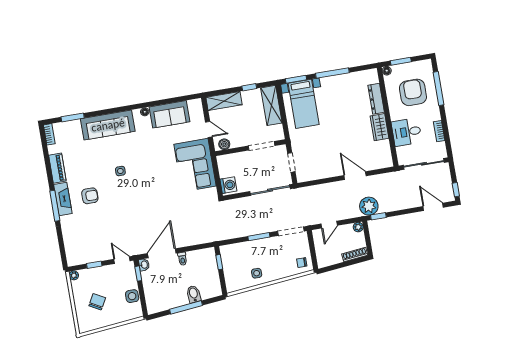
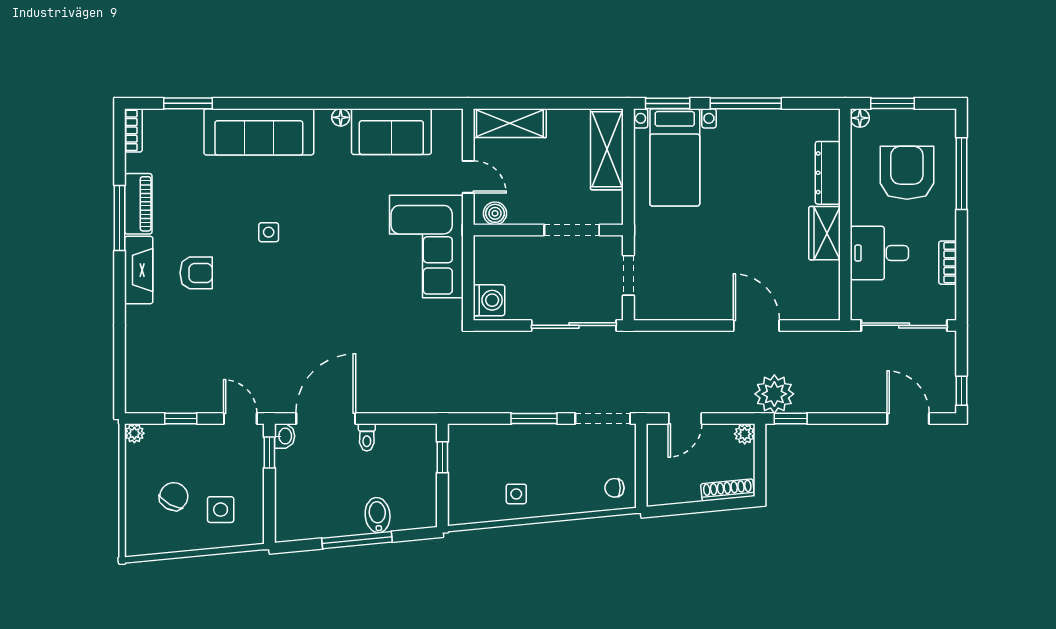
window: (249, 87) -> (567, 103), removed
window: (55, 206) -> (120, 218), moved
side table: (132, 296) -> (221, 510), moved

